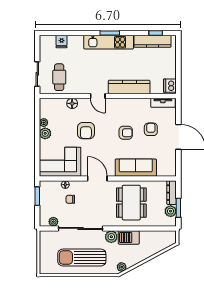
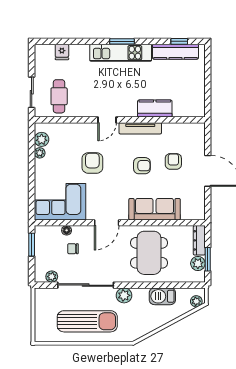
dishwasher: (170, 86) -> (197, 107), removed
kitchen counter: (129, 87) -> (155, 109), width x0.67
door: (98, 96) -> (107, 120), hinge flipped
floor lamp: (72, 103) -> (75, 129), removed
tv unit: (163, 103) -> (140, 128), moved, width x1.41
armchair: (86, 131) -> (92, 163), turned 180
plant: (45, 133) -> (42, 139), moved
door: (97, 179) -> (107, 223), swing flipped
barbecue: (129, 237) -> (162, 296), moved
sun lounger: (82, 258) -> (87, 321), turned 180
plant: (122, 267) -> (196, 301), moved

